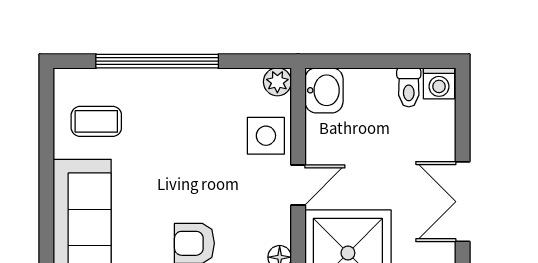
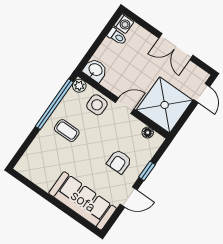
window: (157, 61) -> (54, 104), moved
coffee table: (96, 121) -> (67, 131), moved, turned 90
door: (298, 185) -> (125, 106), hinge flipped

